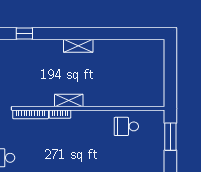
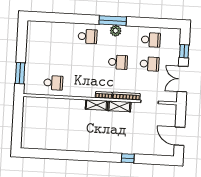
shelving: (78, 46) -> (119, 106), moved
school desk: (44, 158) -> (118, 62), added

